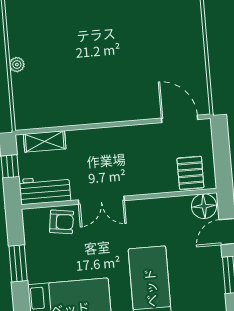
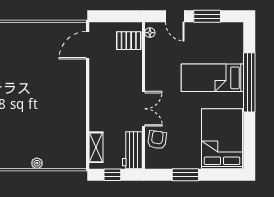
floor lamp: (204, 206) -> (150, 33), width x0.53, depth x0.53

